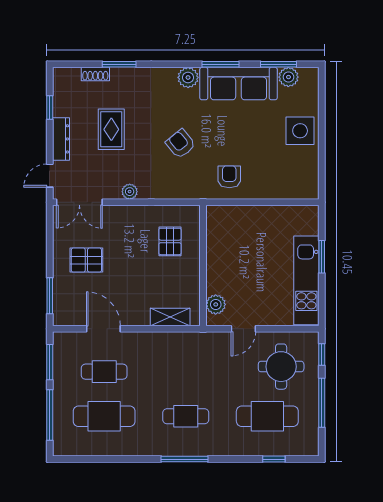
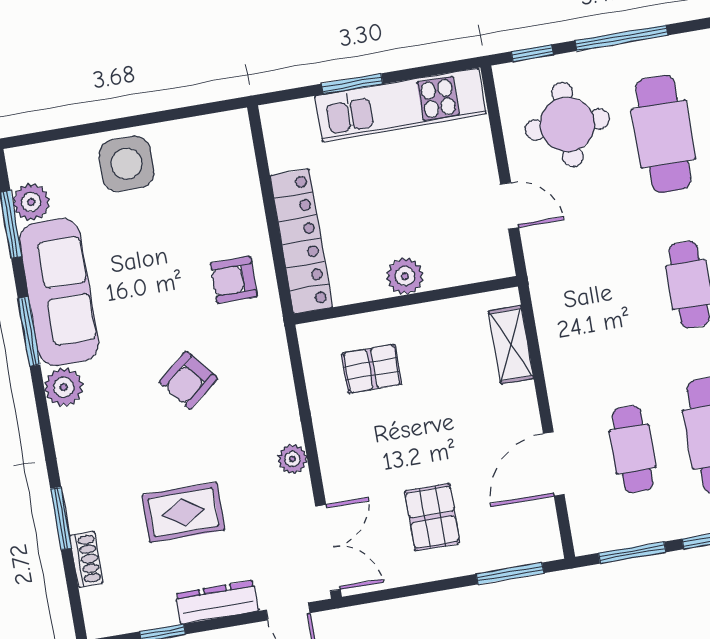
locker: (243, 216) -> (301, 241), added
plant: (216, 304) -> (405, 276), moved

